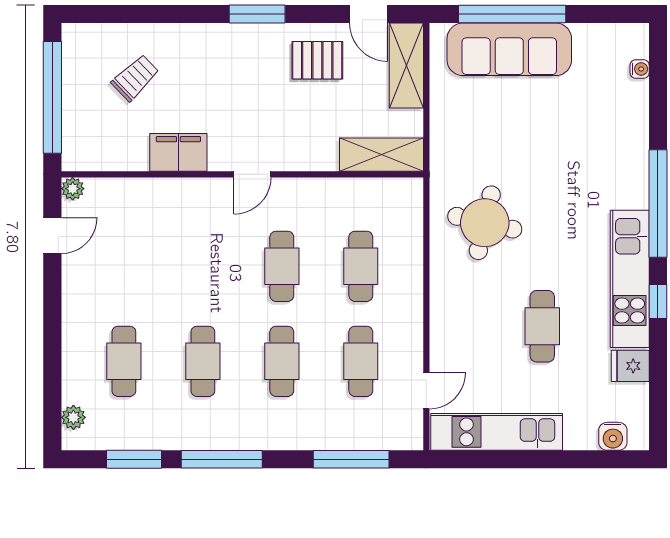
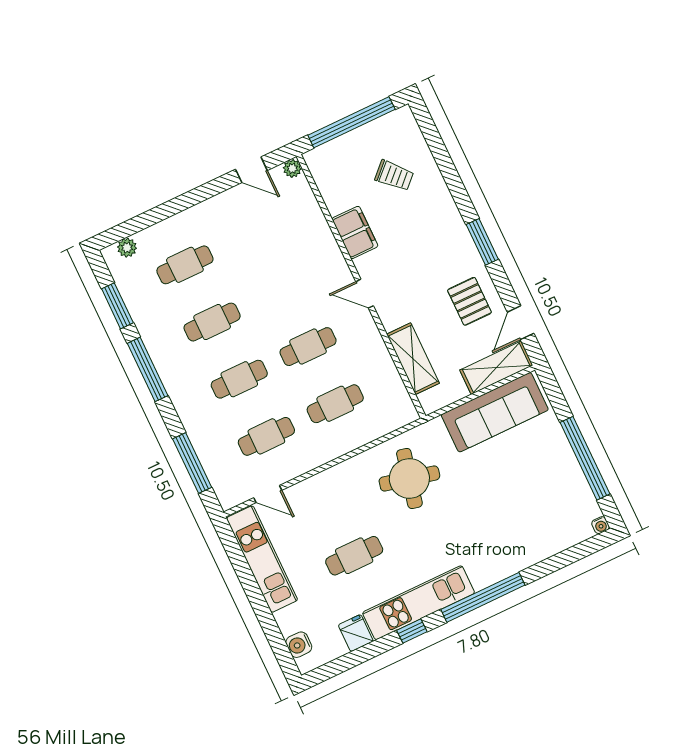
window: (512, 14) -> (585, 458), moved
sofa: (509, 49) -> (495, 412), moved, turned -90
water cooler: (640, 69) -> (600, 525), moved
shelving: (382, 155) -> (413, 359), moved

